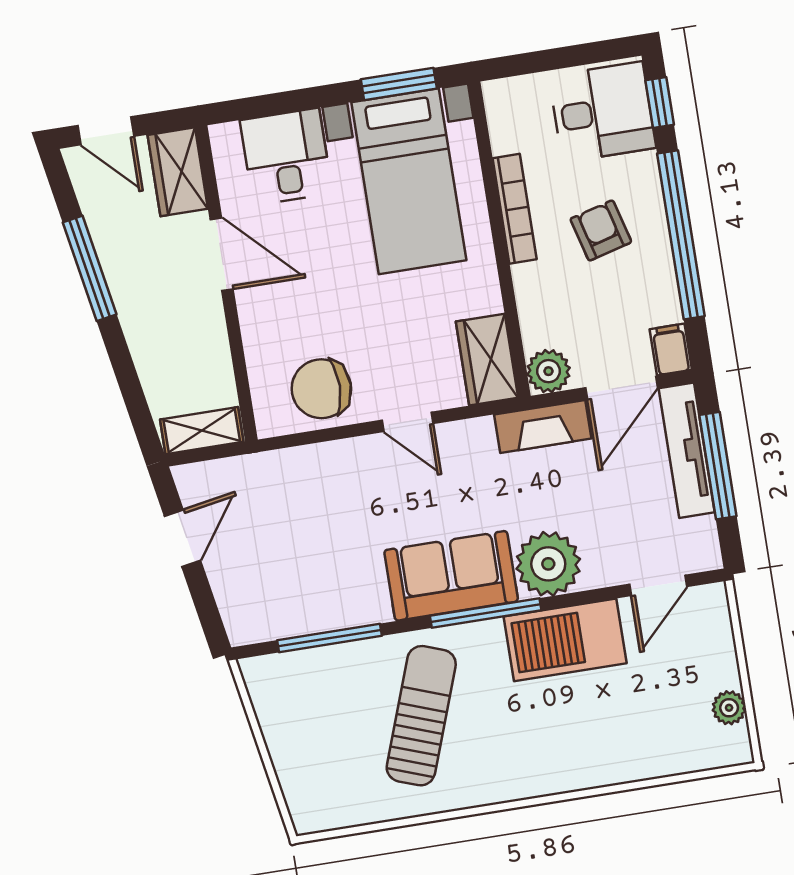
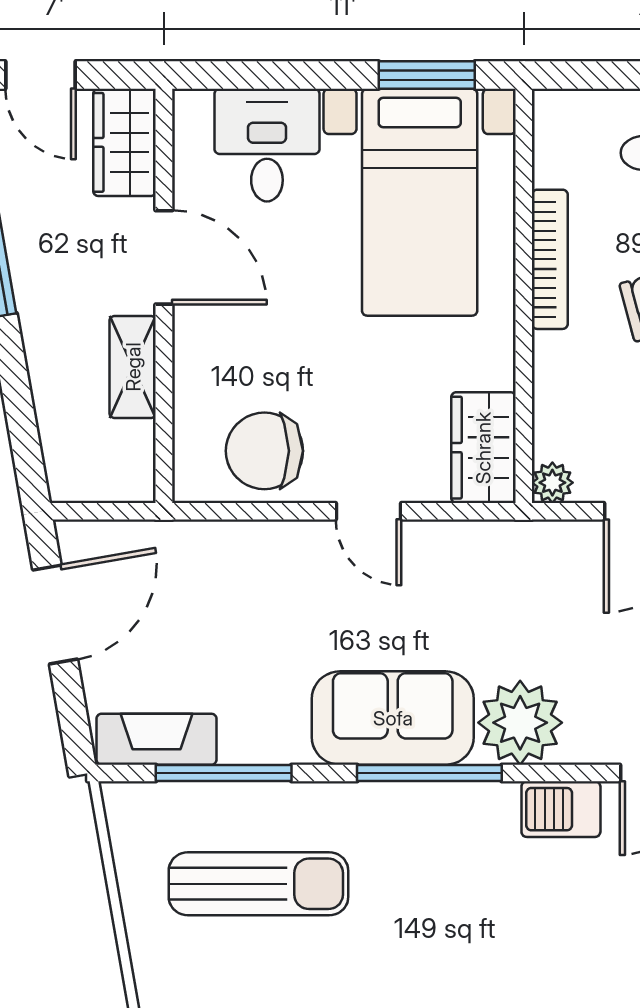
plant: (548, 371) -> (552, 483), width x0.73, depth x0.73
fireplace: (543, 427) -> (156, 739), moved, turned 180
shelving: (202, 431) -> (133, 367), moved, turned 90
door: (183, 538) -> (55, 614), width x1.38
barbecue: (565, 640) -> (561, 809), width x0.53, depth x0.65
sun lounger: (421, 716) -> (258, 884), moved, turned 70

